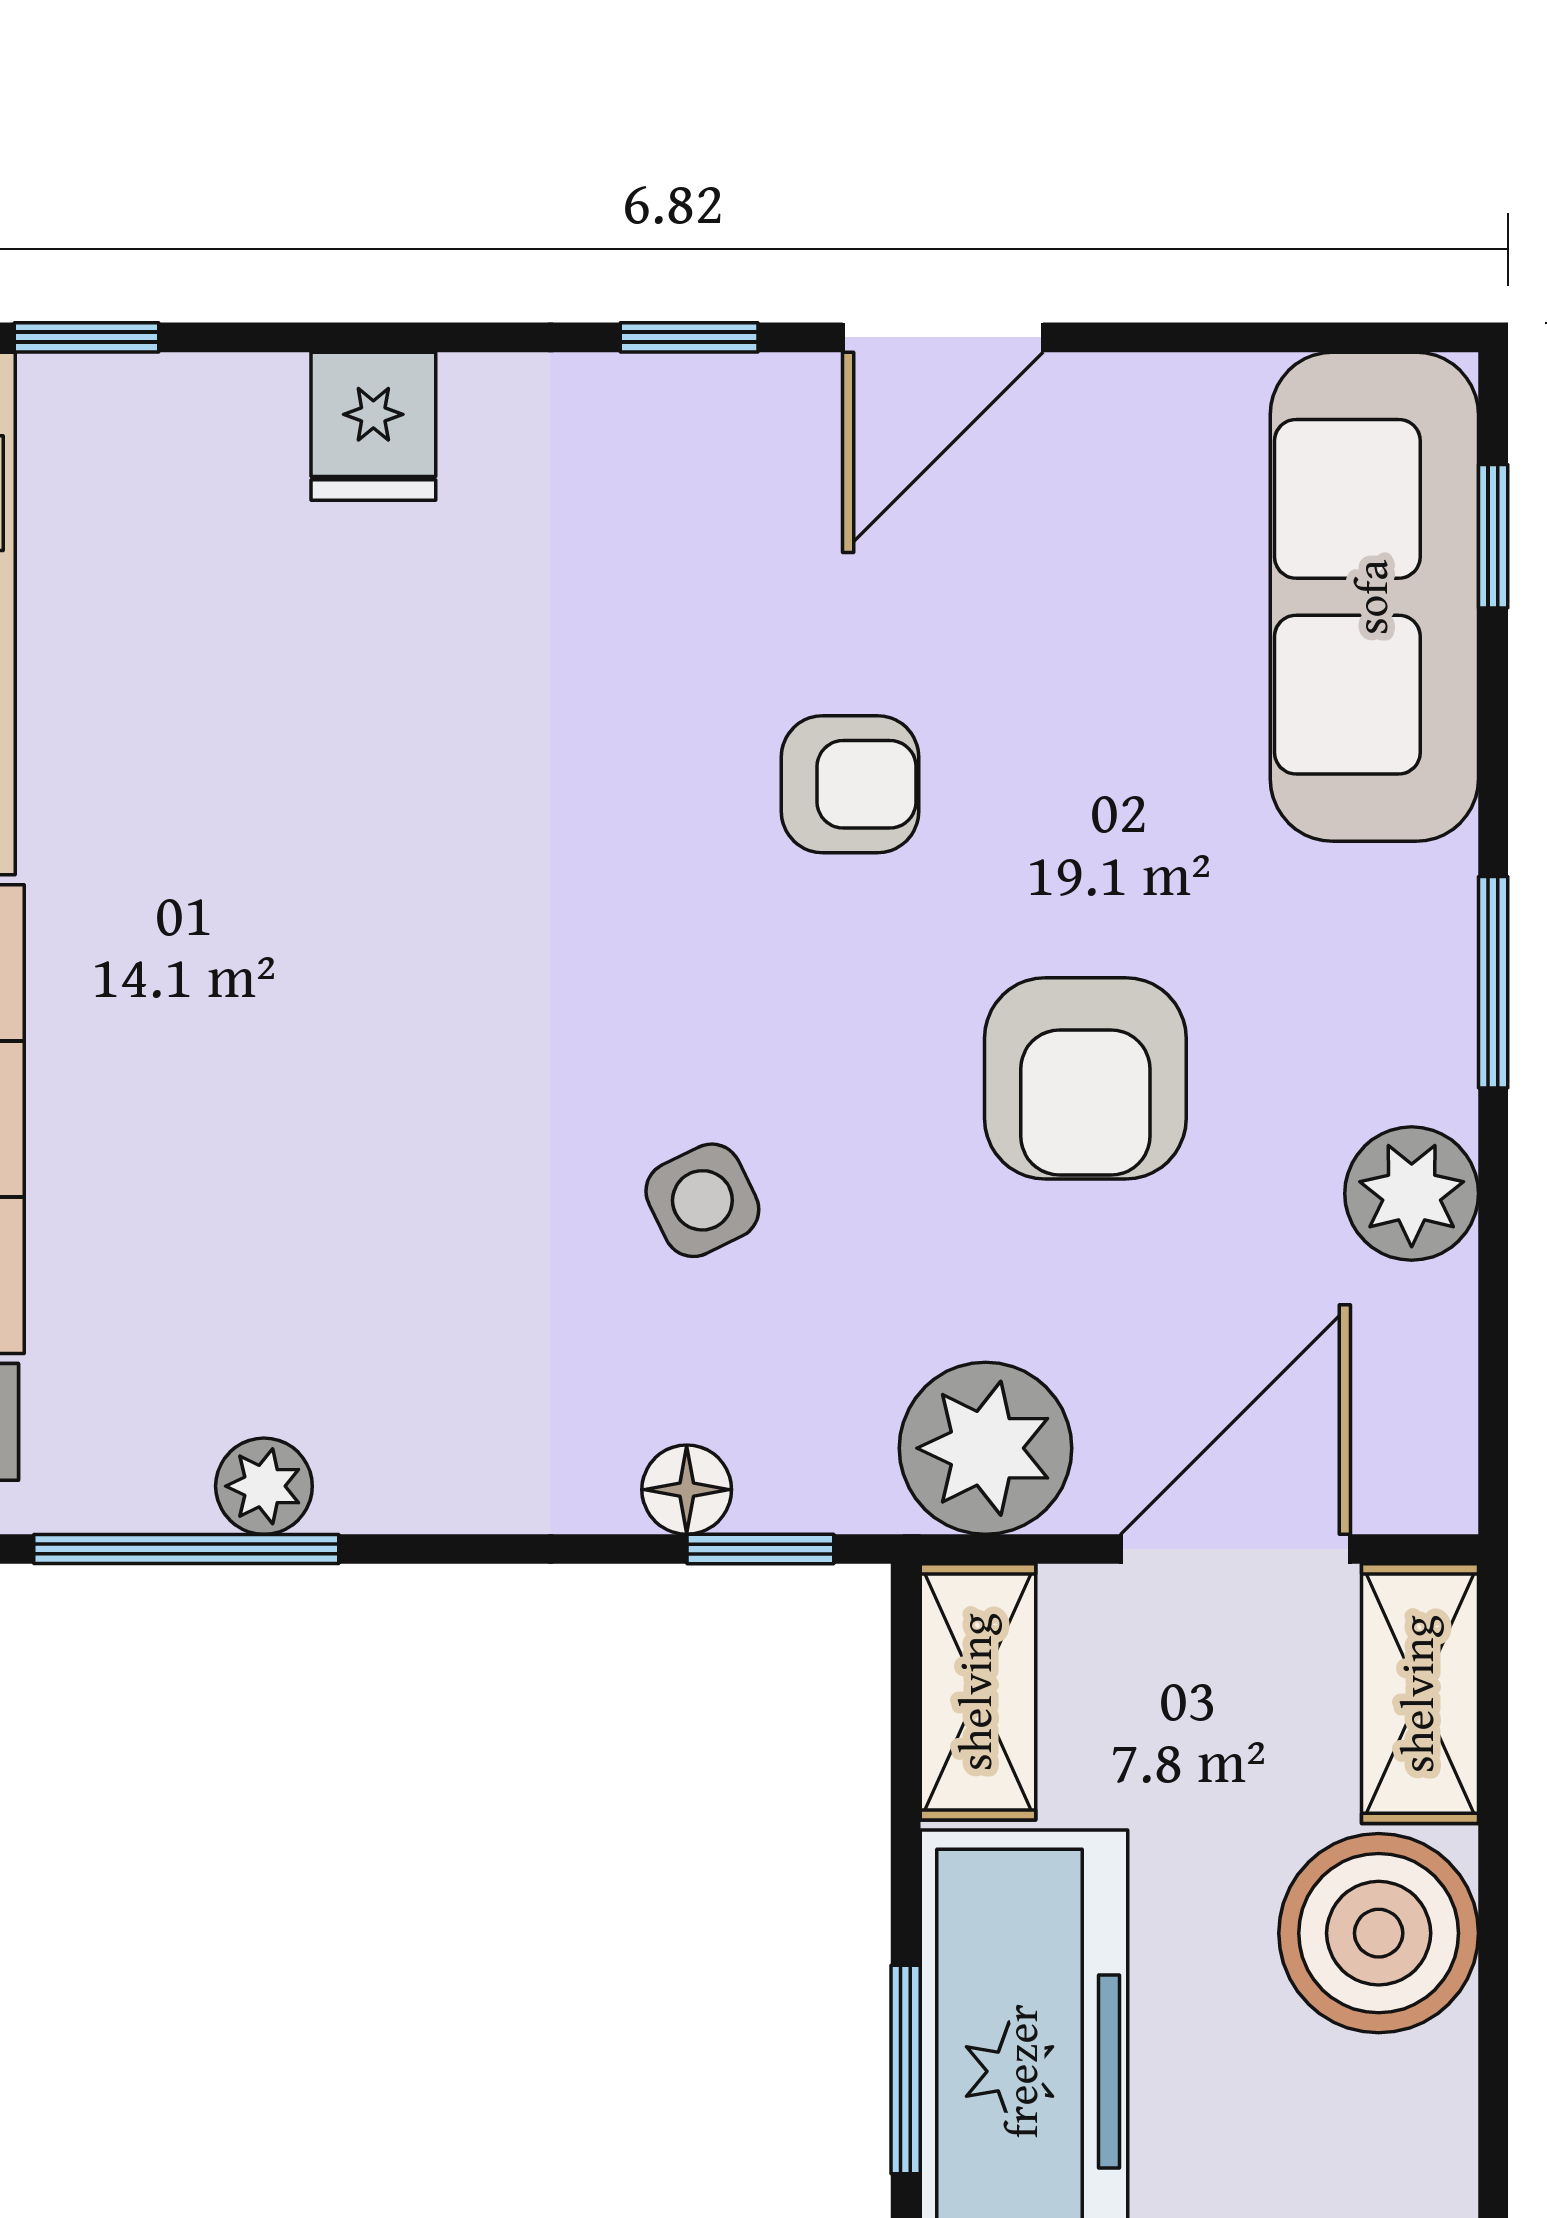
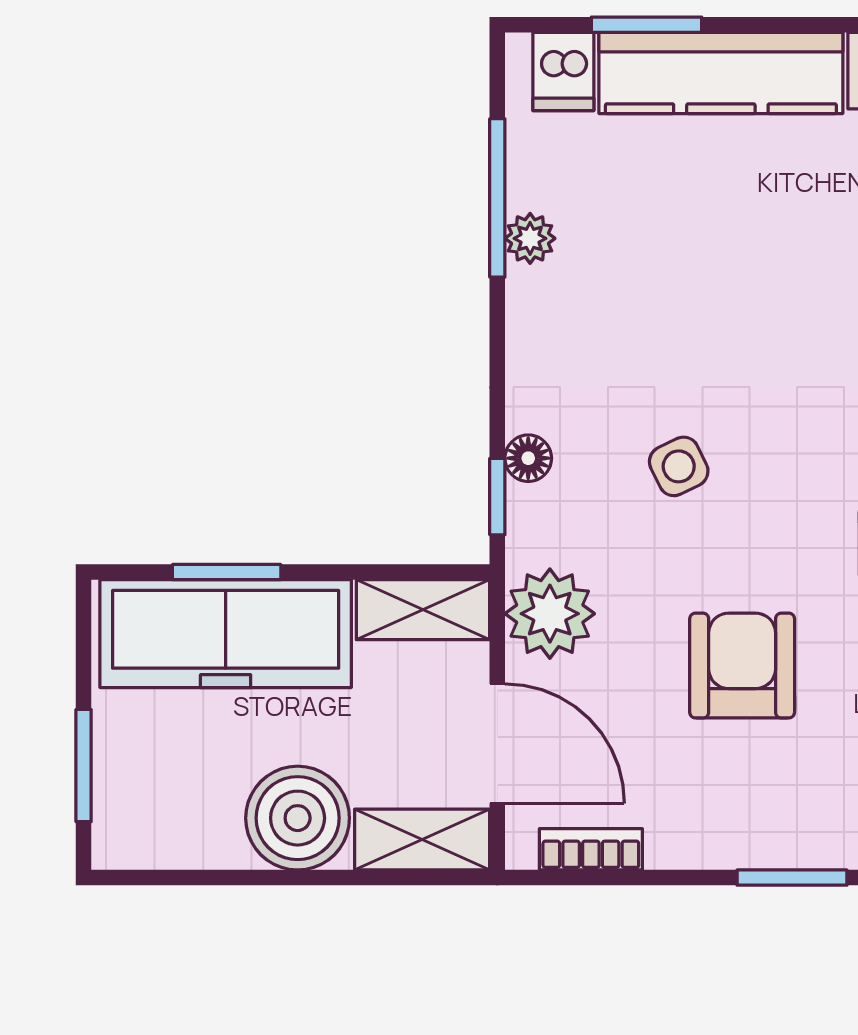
armchair: (1085, 1078) -> (742, 666), turned 90
plant: (1412, 1194) -> (682, 835), removed
bookcase: (1439, 1369) -> (591, 849), added

